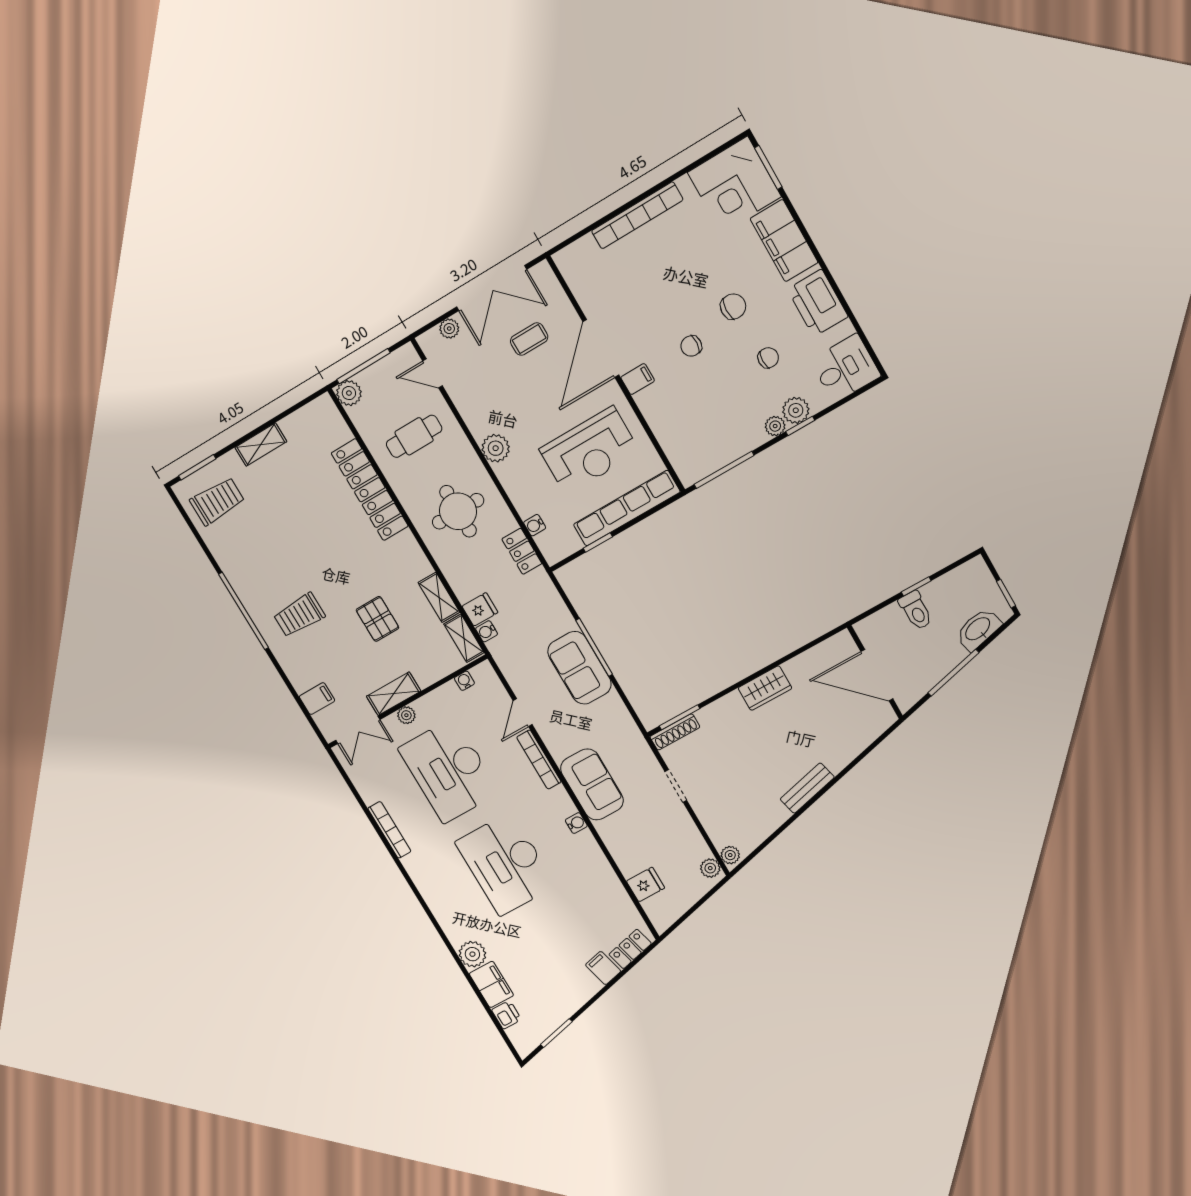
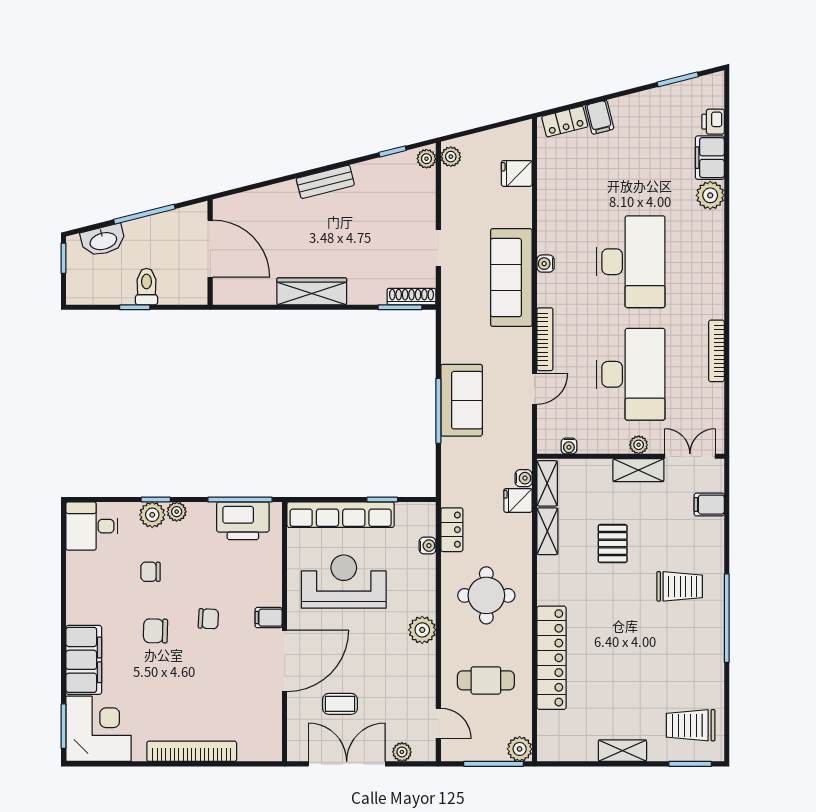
printer: (818, 303) -> (243, 521), moved, turned 90
wardrobe: (765, 688) -> (312, 291), width x1.50
sofa: (592, 785) -> (511, 278), width x1.36
window: (763, 845) -> (393, 151), added

